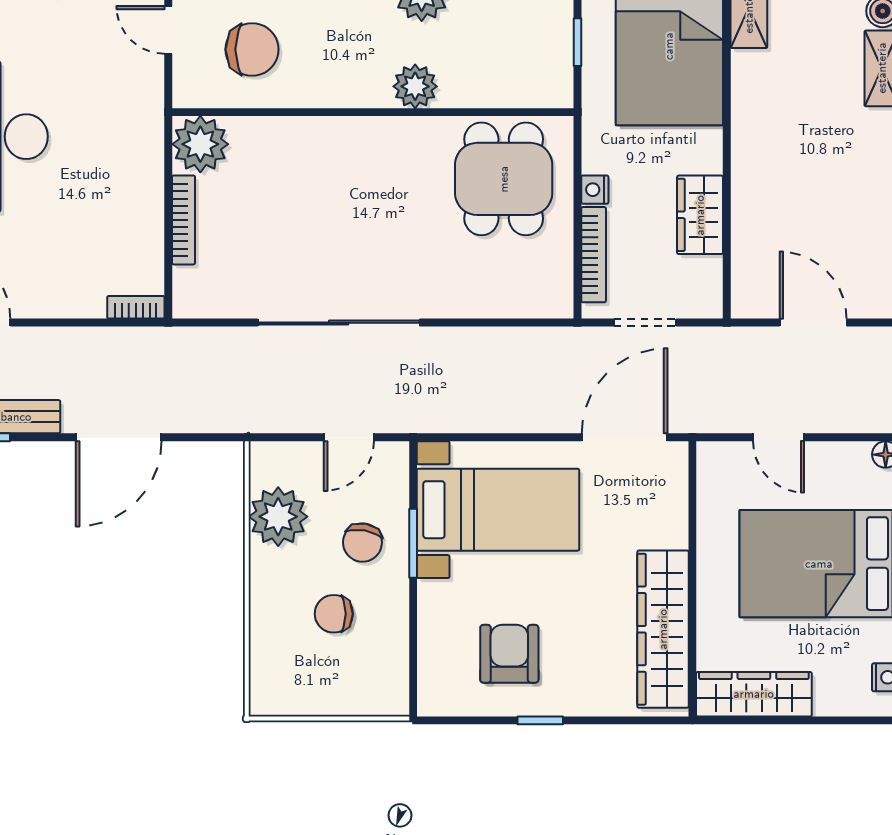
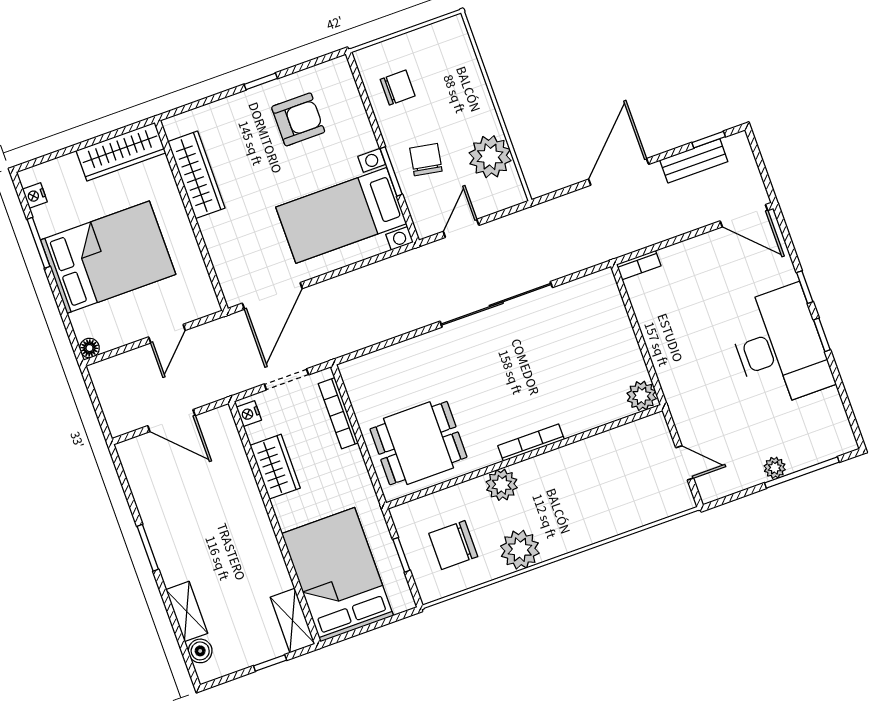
chair: (252, 49) -> (453, 545), moved
plant: (200, 144) -> (642, 396), width x0.73, depth x0.73
dining table: (504, 179) -> (418, 443), turned 90
nightstand: (595, 190) -> (249, 414), moved, turned 180
bookcase: (183, 220) -> (531, 443), moved, turned 90
door: (779, 437) -> (167, 334), swing flipped
chair: (334, 614) -> (398, 88), moved
wardrobe: (663, 629) -> (196, 175), width x0.71, depth x0.85
armchair: (509, 654) -> (298, 119), turned -90

